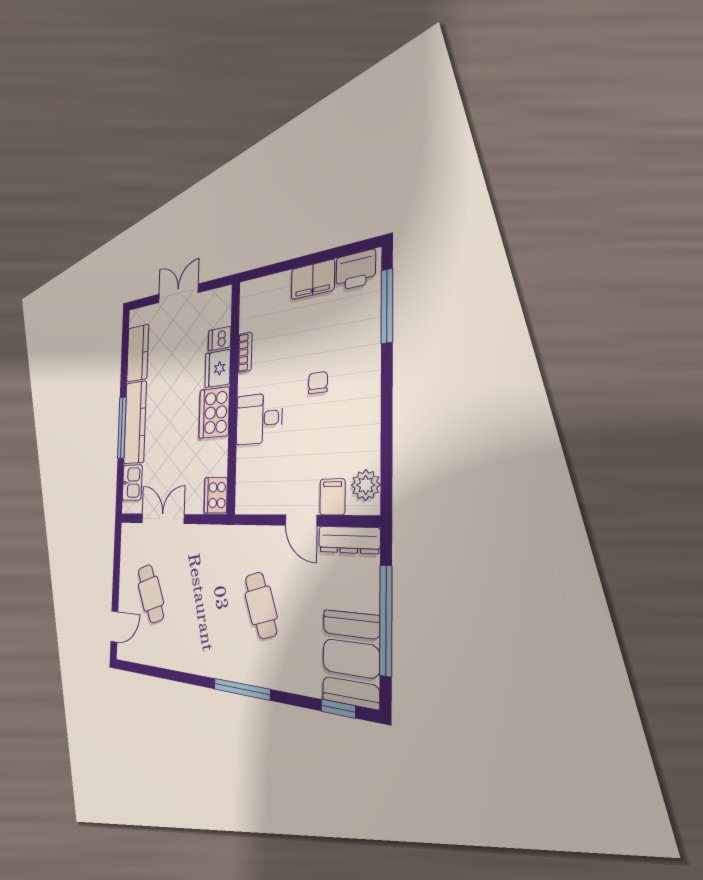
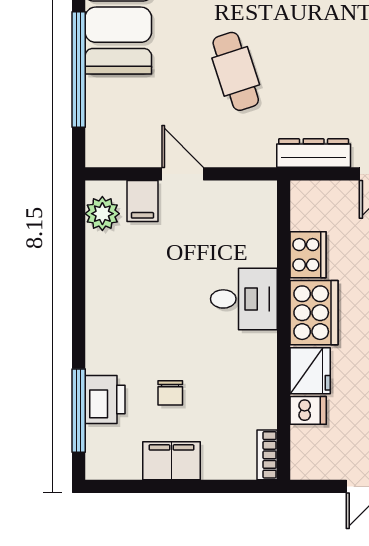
printer: (356, 270) -> (105, 400), moved, turned 90
bookcase: (245, 352) -> (267, 455), moved
chair: (318, 383) -> (170, 393), moved
cooker: (216, 495) -> (308, 255), moved
dresser: (349, 540) -> (314, 153), moved

